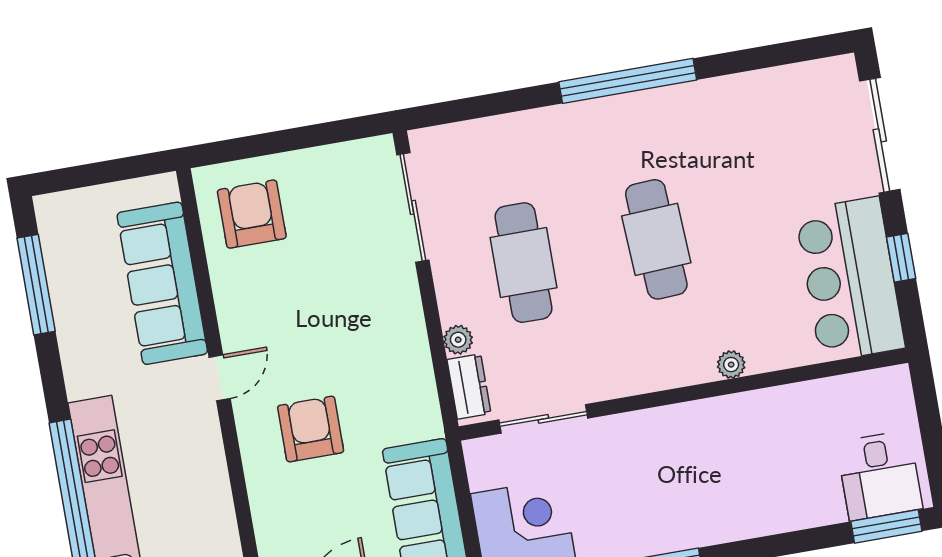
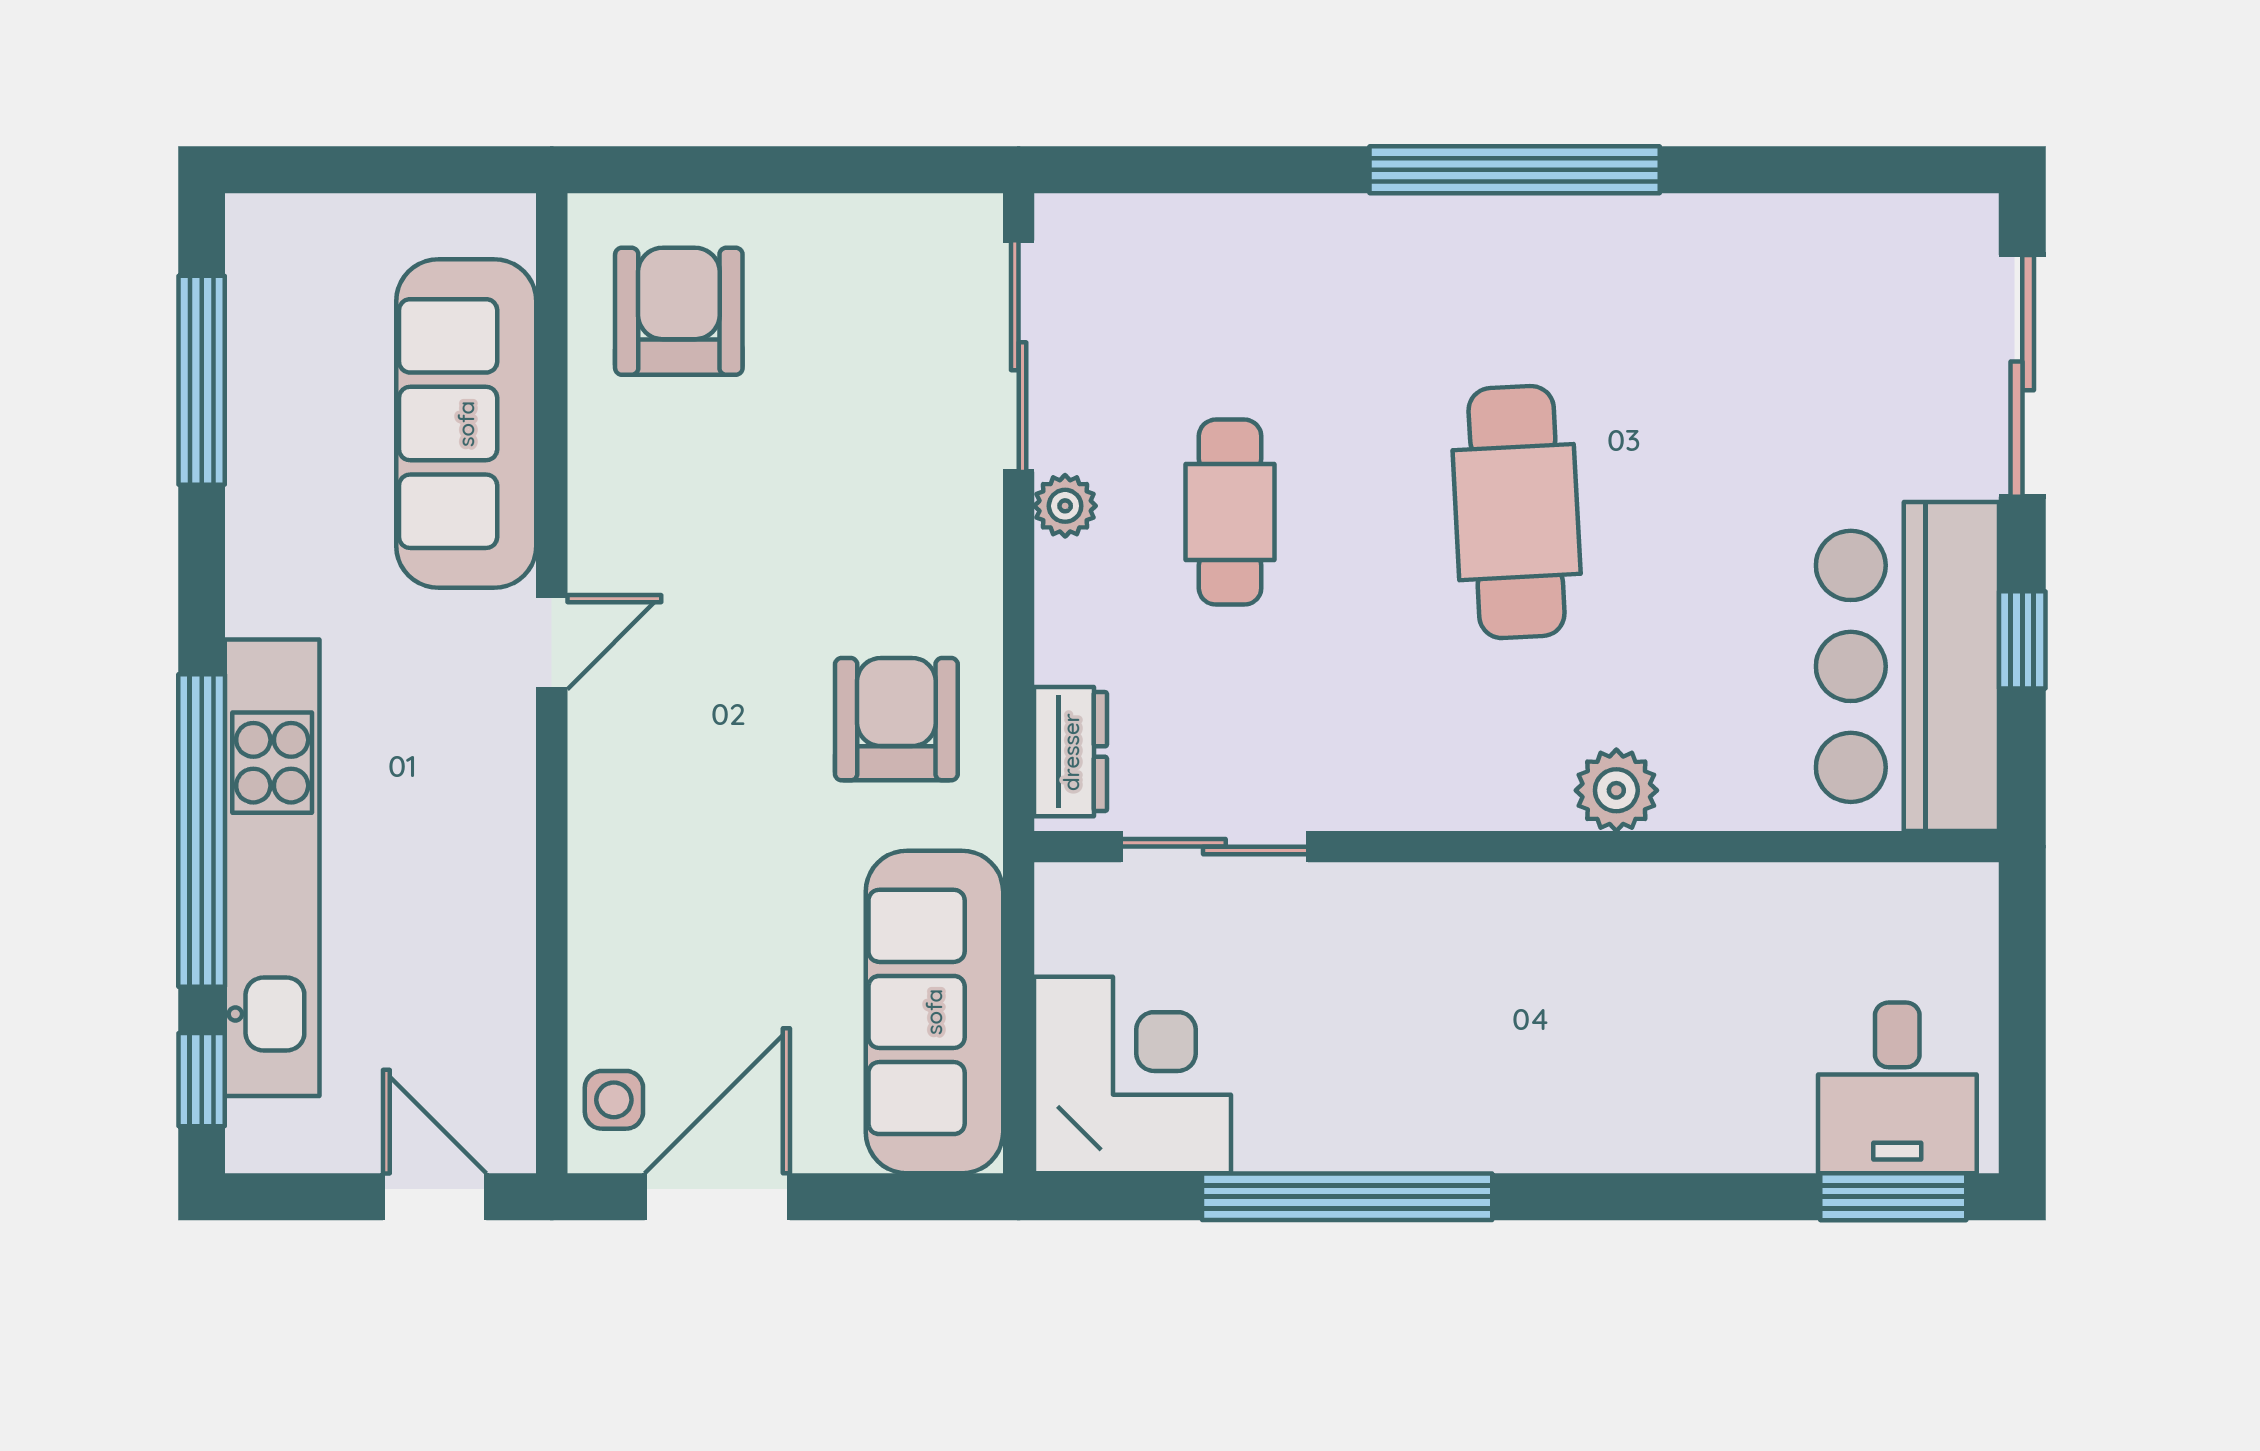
cafe table: (524, 263) -> (1230, 512), width x0.73, depth x0.74
plant: (458, 340) -> (1065, 506), moved
plant: (731, 365) -> (1616, 790), width x1.38, depth x1.38
armchair: (311, 429) -> (896, 719), moved

